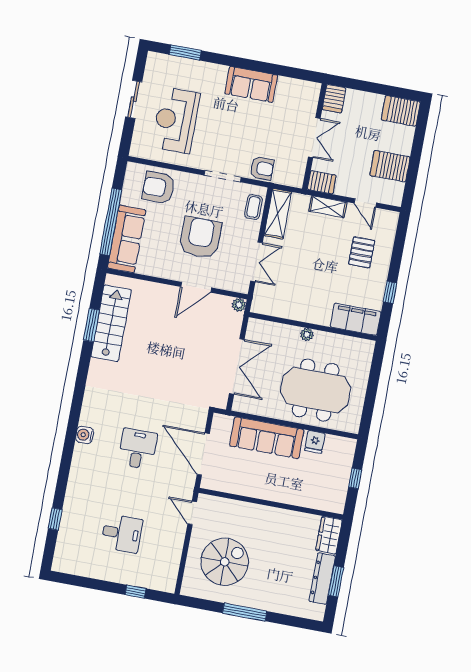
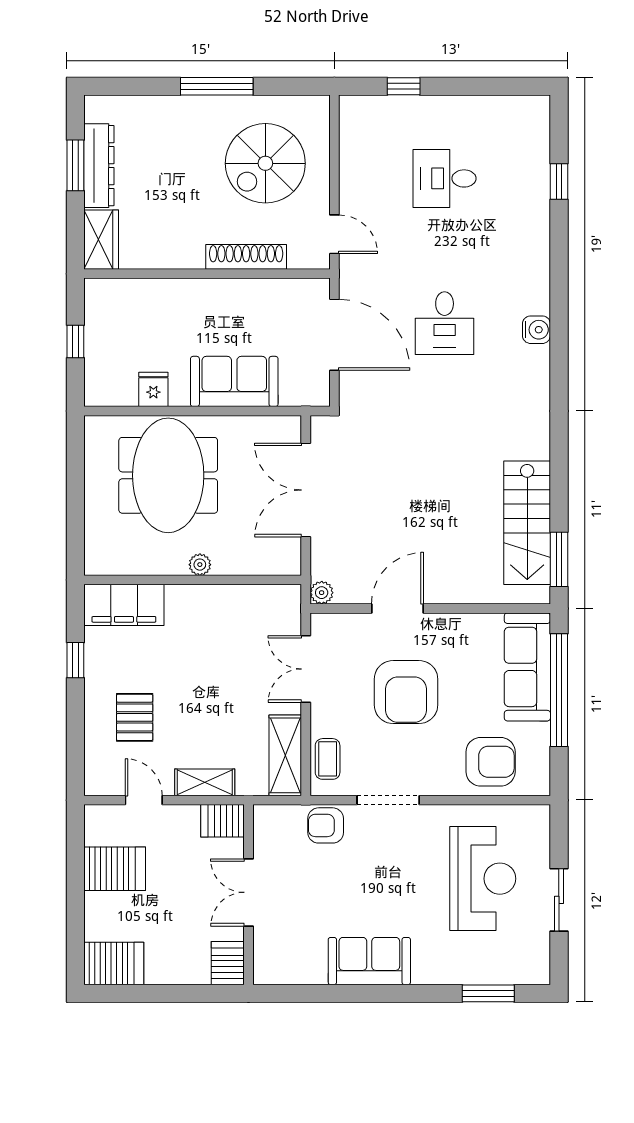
window: (91, 325) -> (559, 559), moved
meeting table: (316, 390) -> (168, 475), turned 90
sofa: (267, 438) -> (234, 381), width x0.73
shoe rack: (246, 509) -> (246, 257), added

